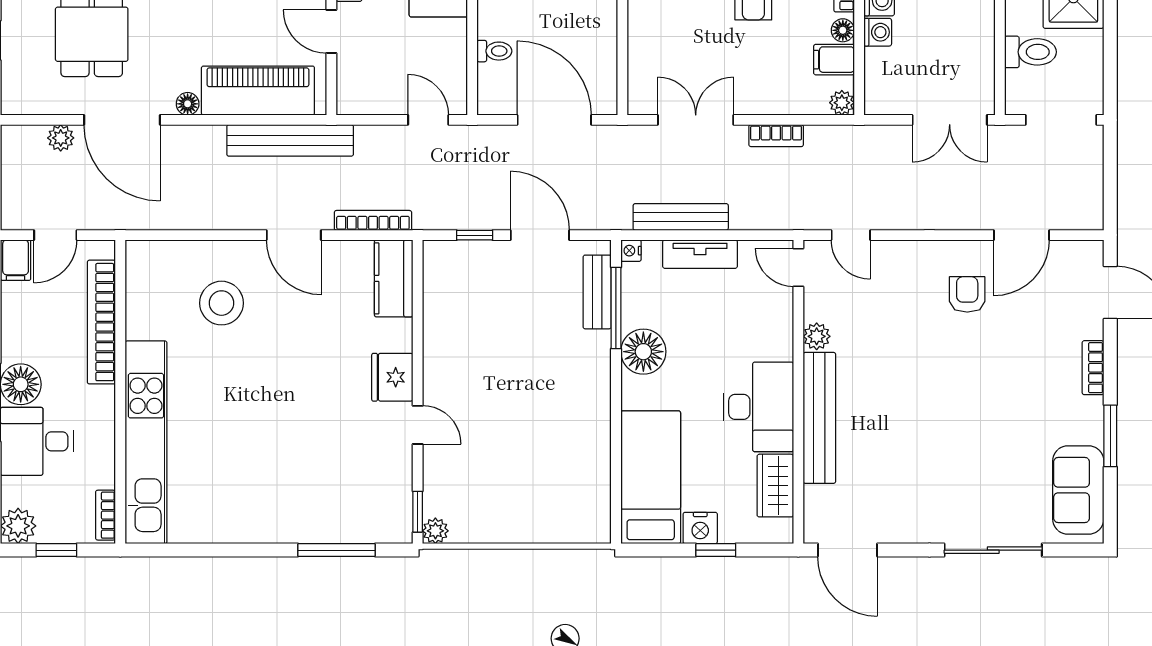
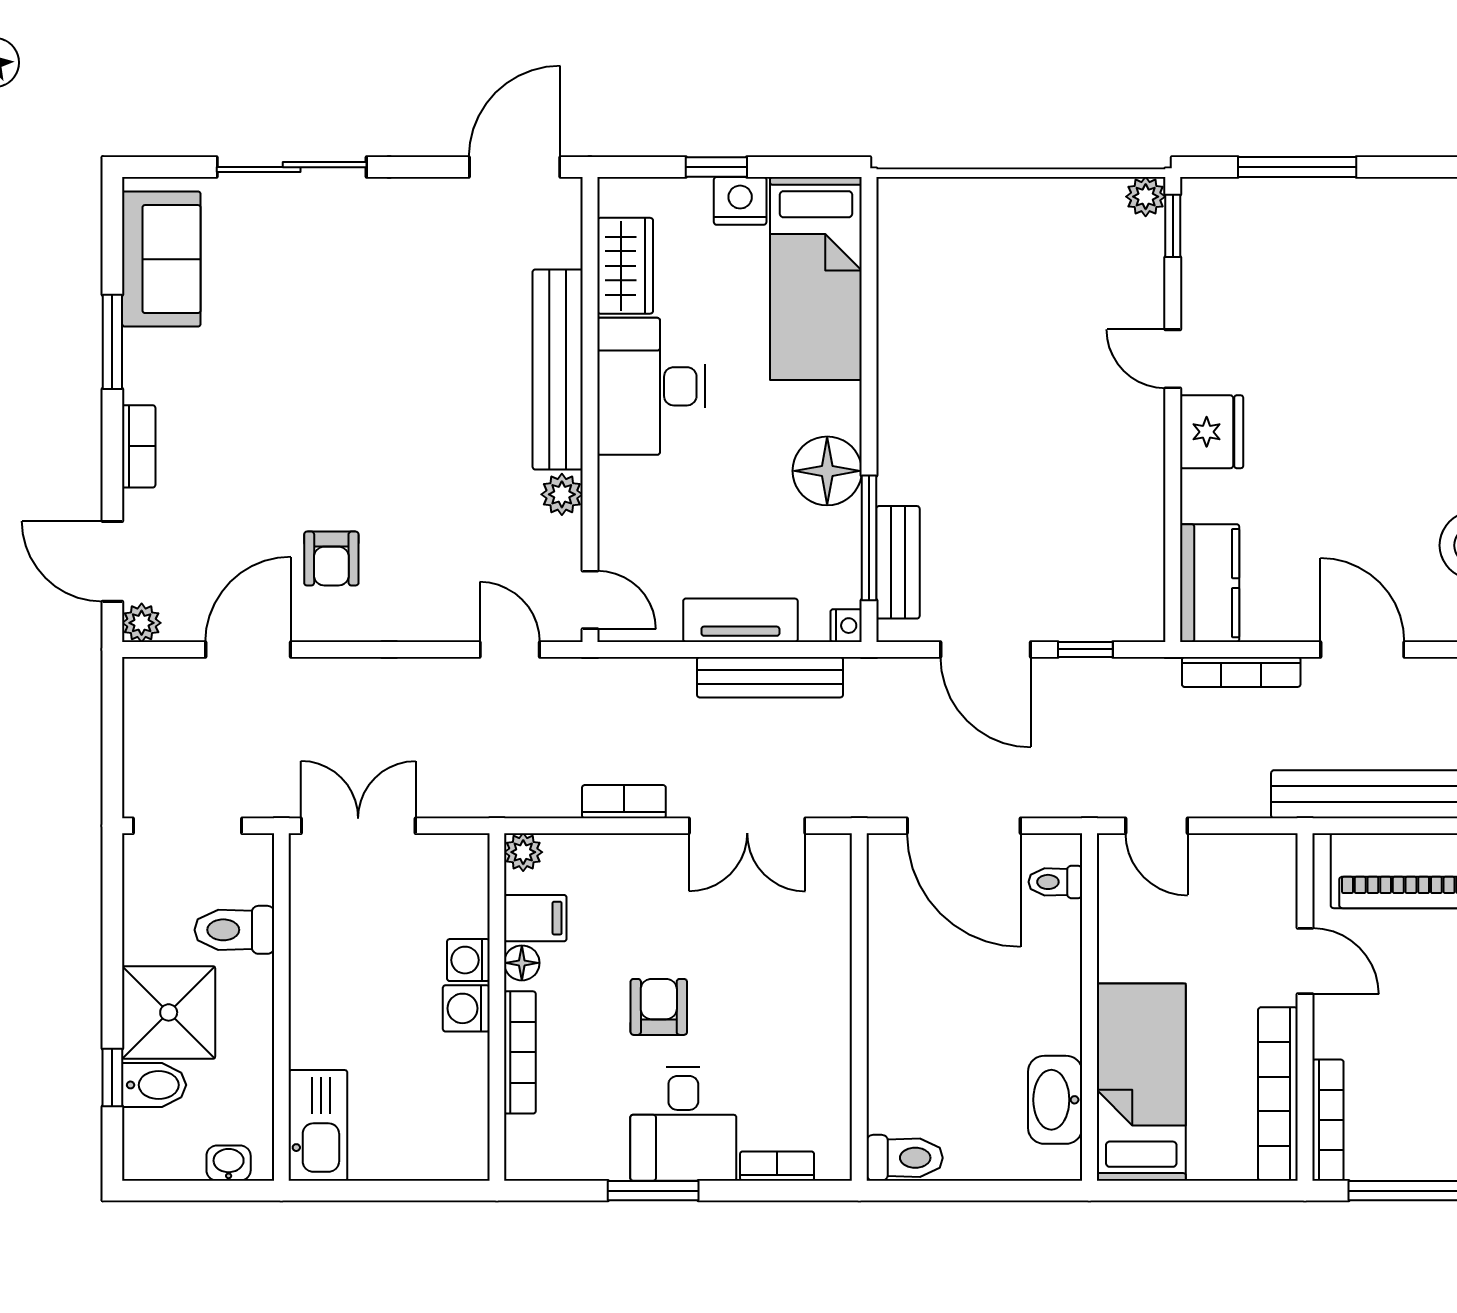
toilet: (494, 51) -> (1055, 882), moved
plant: (1091, 252) -> (142, 623), added
door: (847, 550) -> (515, 167), hinge flipped

